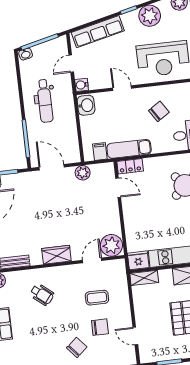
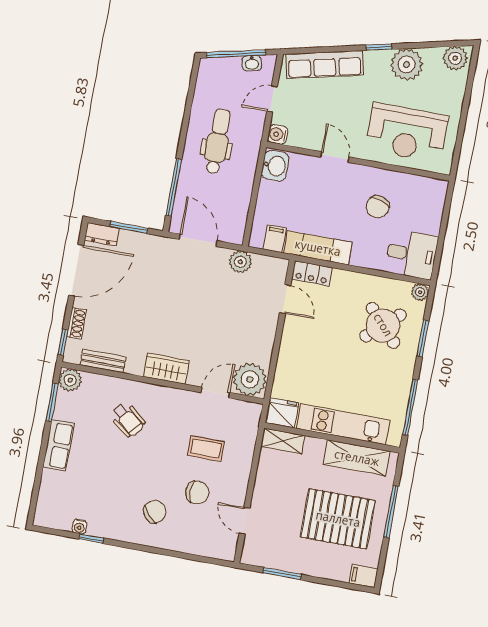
washbasin: (26, 54) -> (252, 63), moved
dental chair: (45, 101) -> (218, 141), turned 180
chair: (159, 111) -> (378, 207), turned 141

